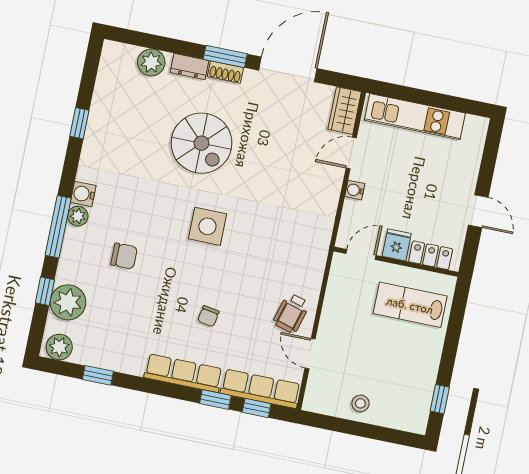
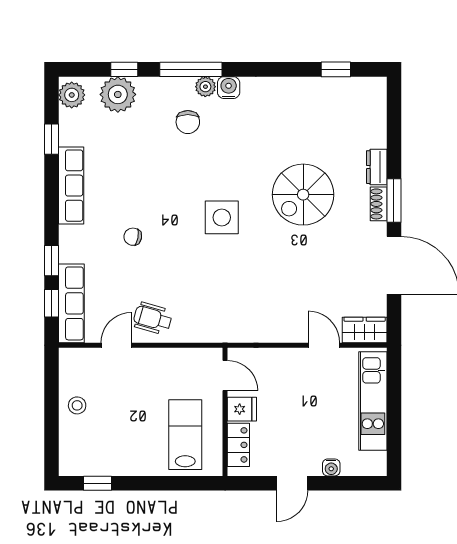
plant: (151, 62) -> (373, 128), removed
window: (79, 123) -> (336, 69), moved
water cooler: (355, 190) -> (331, 467), moved, turned 180
chair: (124, 256) -> (188, 122), moved
row of seats: (183, 373) -> (71, 186), moved

